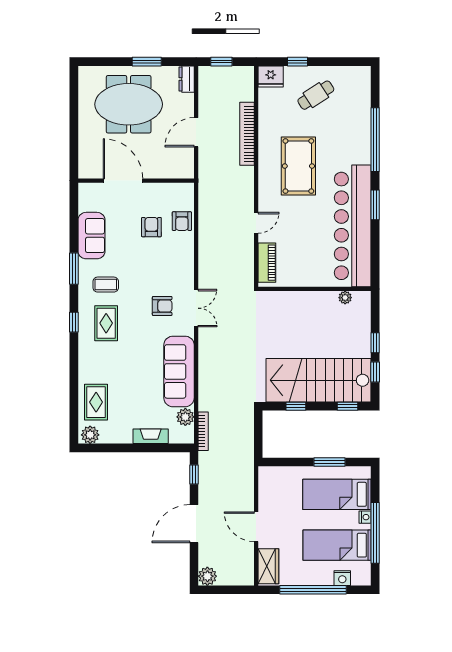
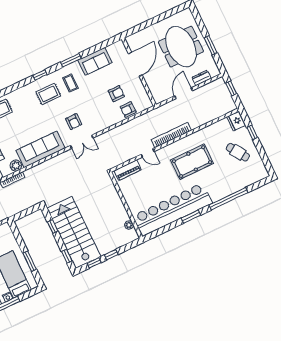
dresser: (187, 79) -> (201, 78), moved
door: (196, 132) -> (183, 93), hinge flipped
bookcase: (247, 134) -> (171, 135), moved

